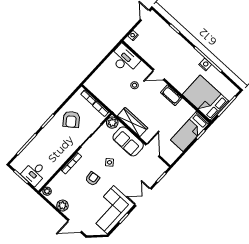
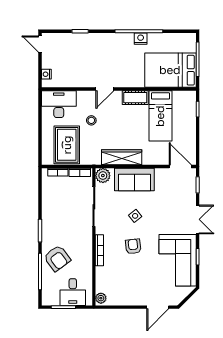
rug: (108, 86) -> (67, 145), added
armchair: (71, 119) -> (57, 258), moved
bed: (190, 131) -> (160, 116), moved
door: (153, 150) -> (180, 167), moved
double door: (143, 197) -> (198, 219), swing flipped
plant: (62, 206) -> (128, 298), removed

